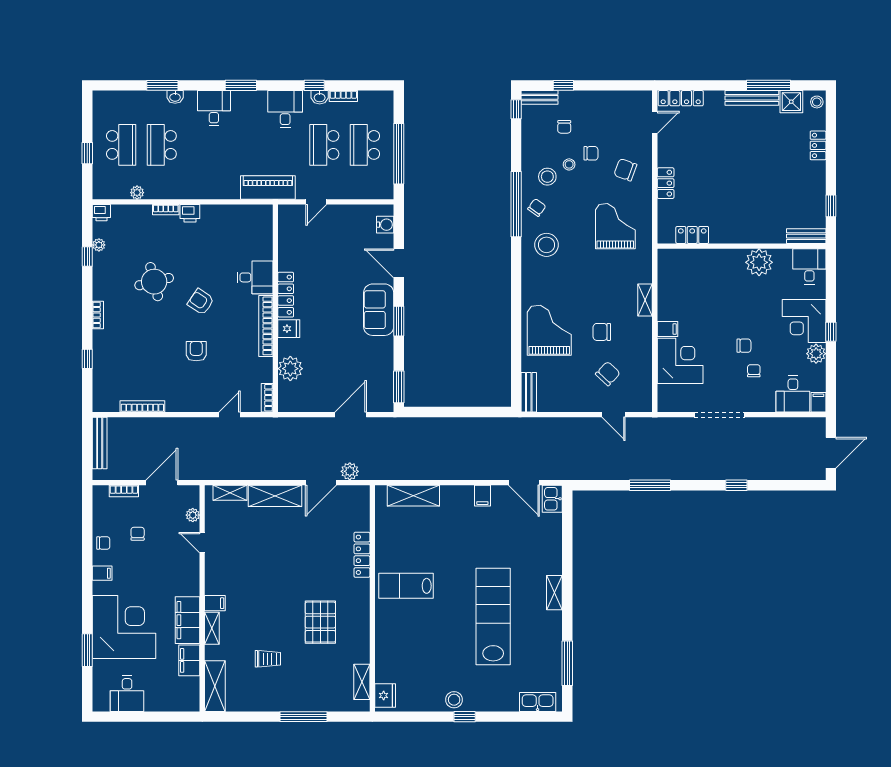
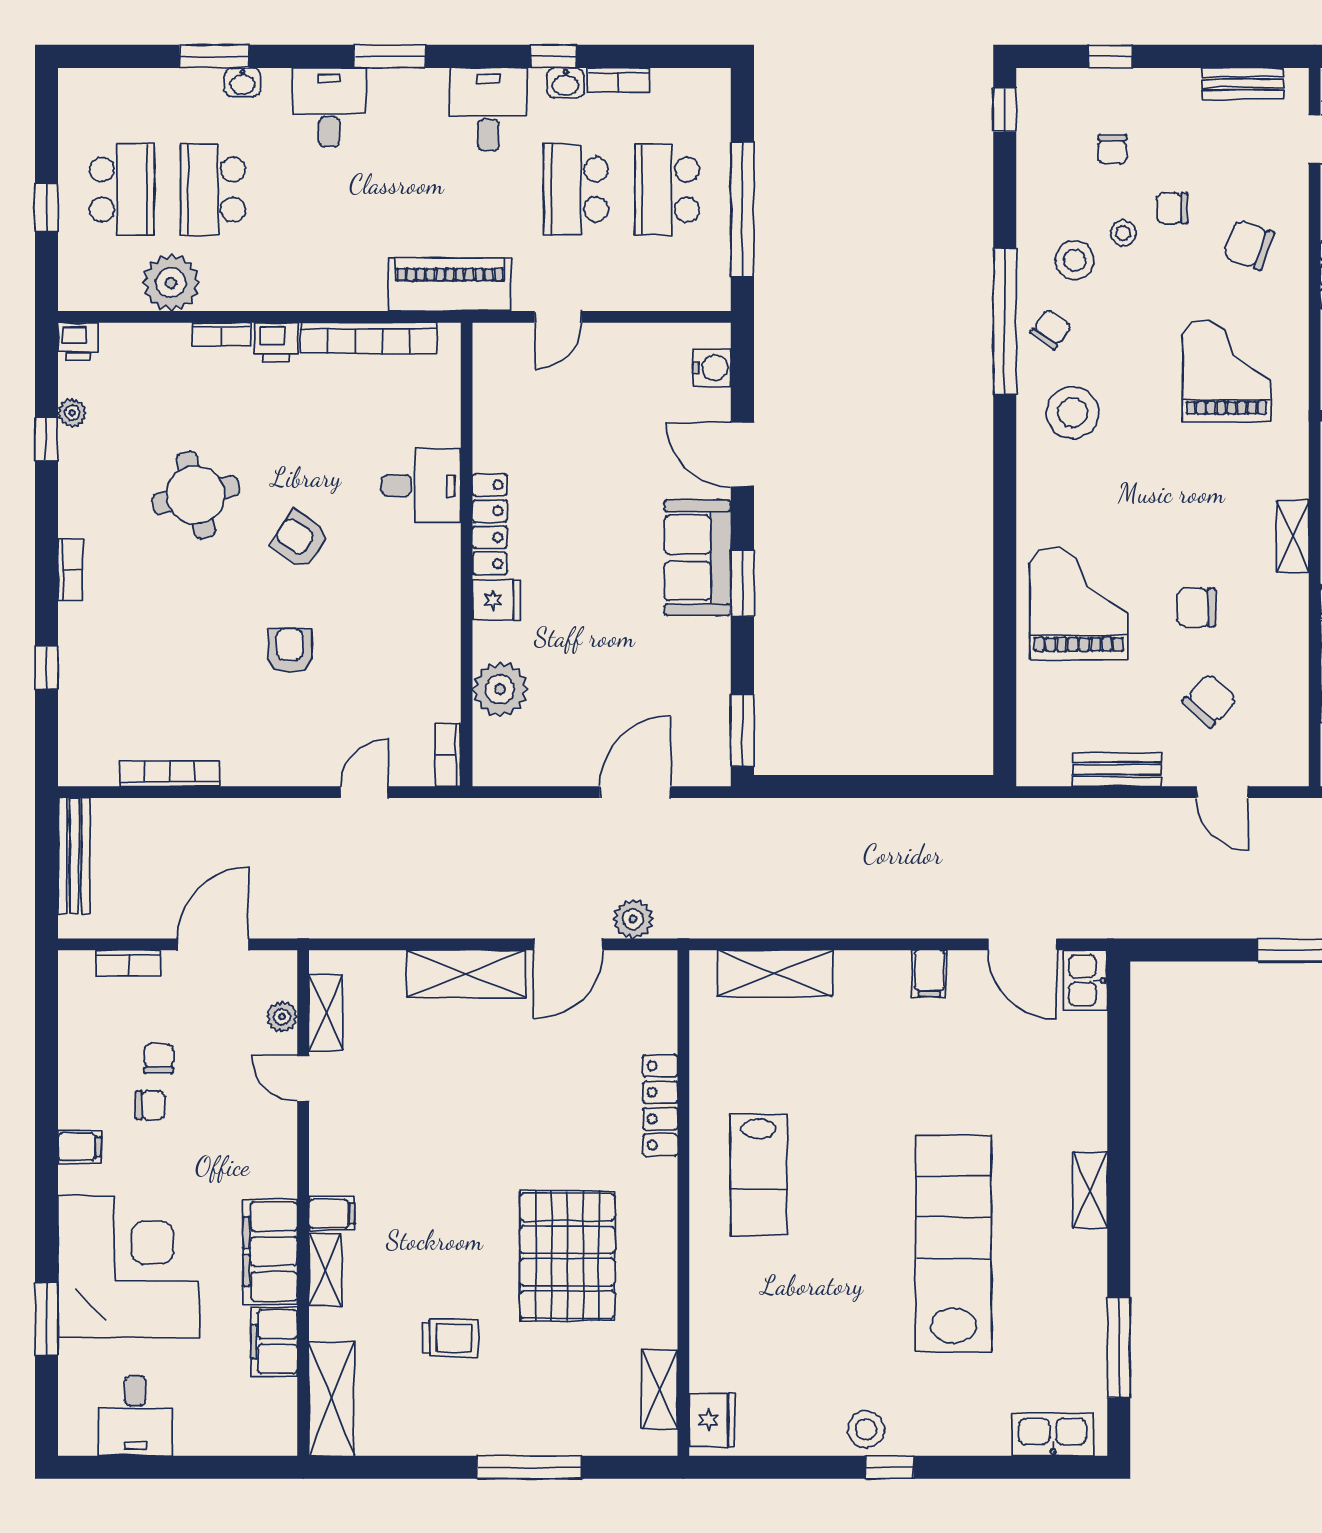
bench: (539, 97) -> (1243, 83), moved
chair: (591, 153) -> (1172, 208), turned 180
plant: (137, 193) -> (171, 283), width x1.88, depth x1.88
bookcase: (266, 326) -> (369, 338), moved, turned -90
bench: (529, 392) -> (1117, 770), moved, turned 90
shelving: (230, 493) -> (326, 1013), moved, turned 90
chair: (103, 543) -> (150, 1105), moved
lab bench: (406, 586) -> (759, 1175), turned -90
pallet: (320, 622) -> (567, 1256), width x1.37, depth x1.41

